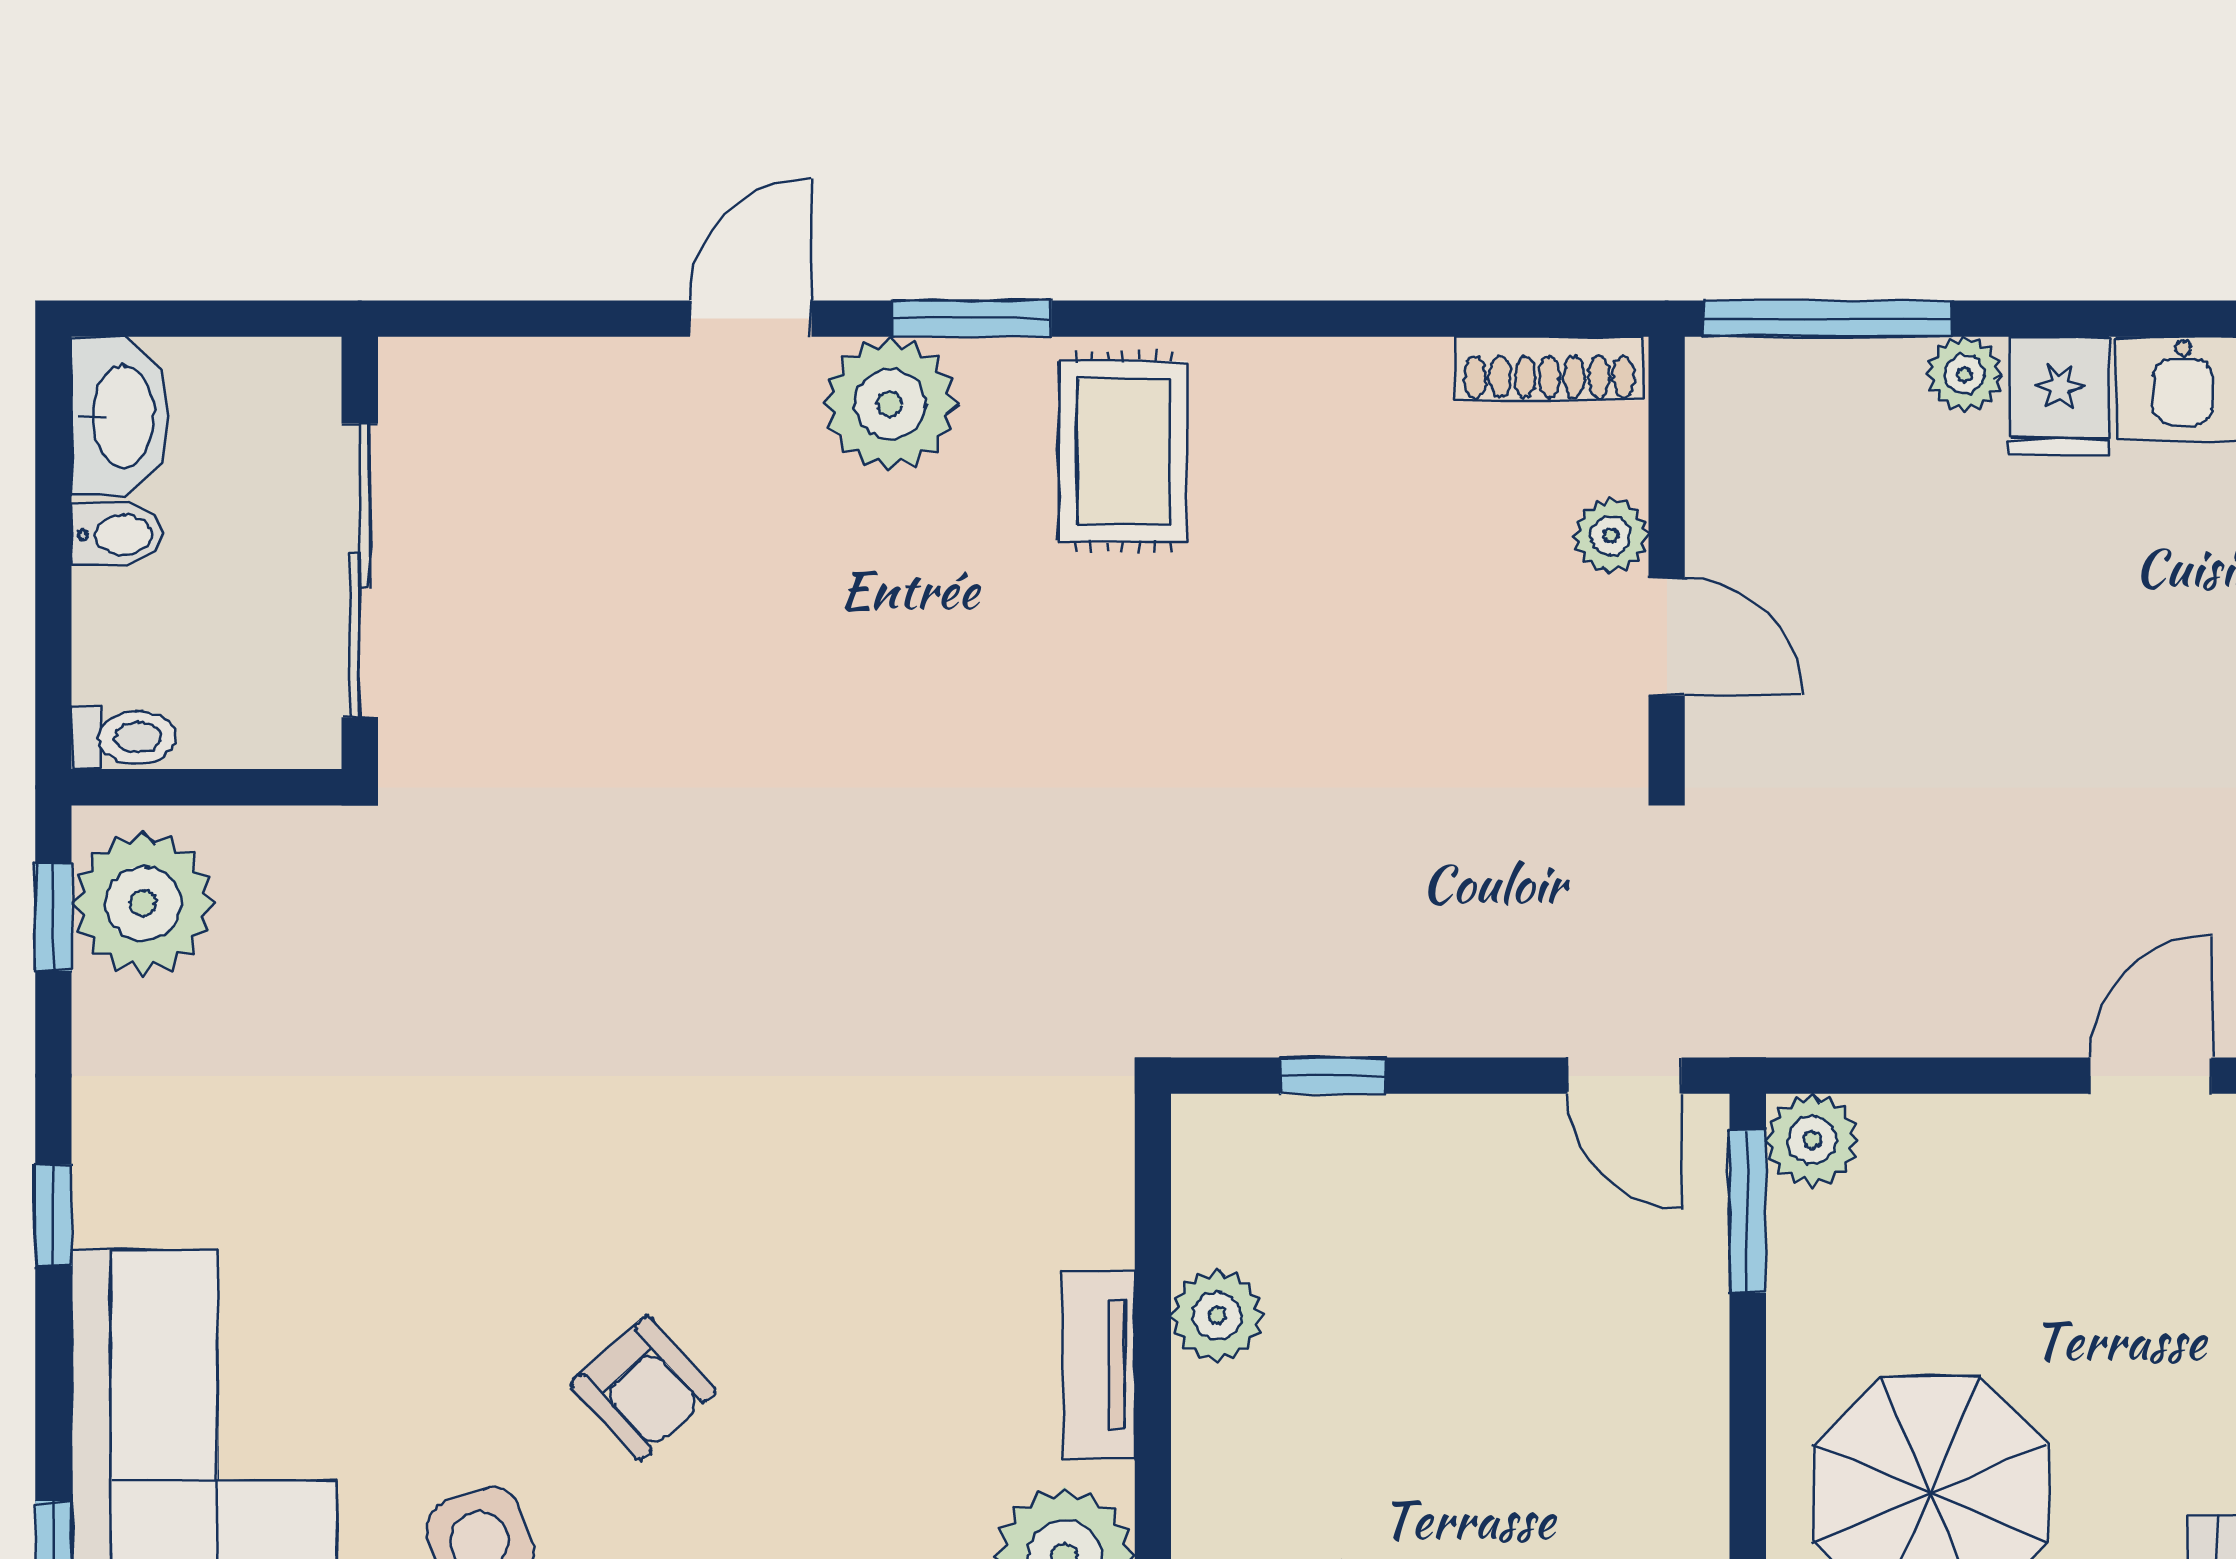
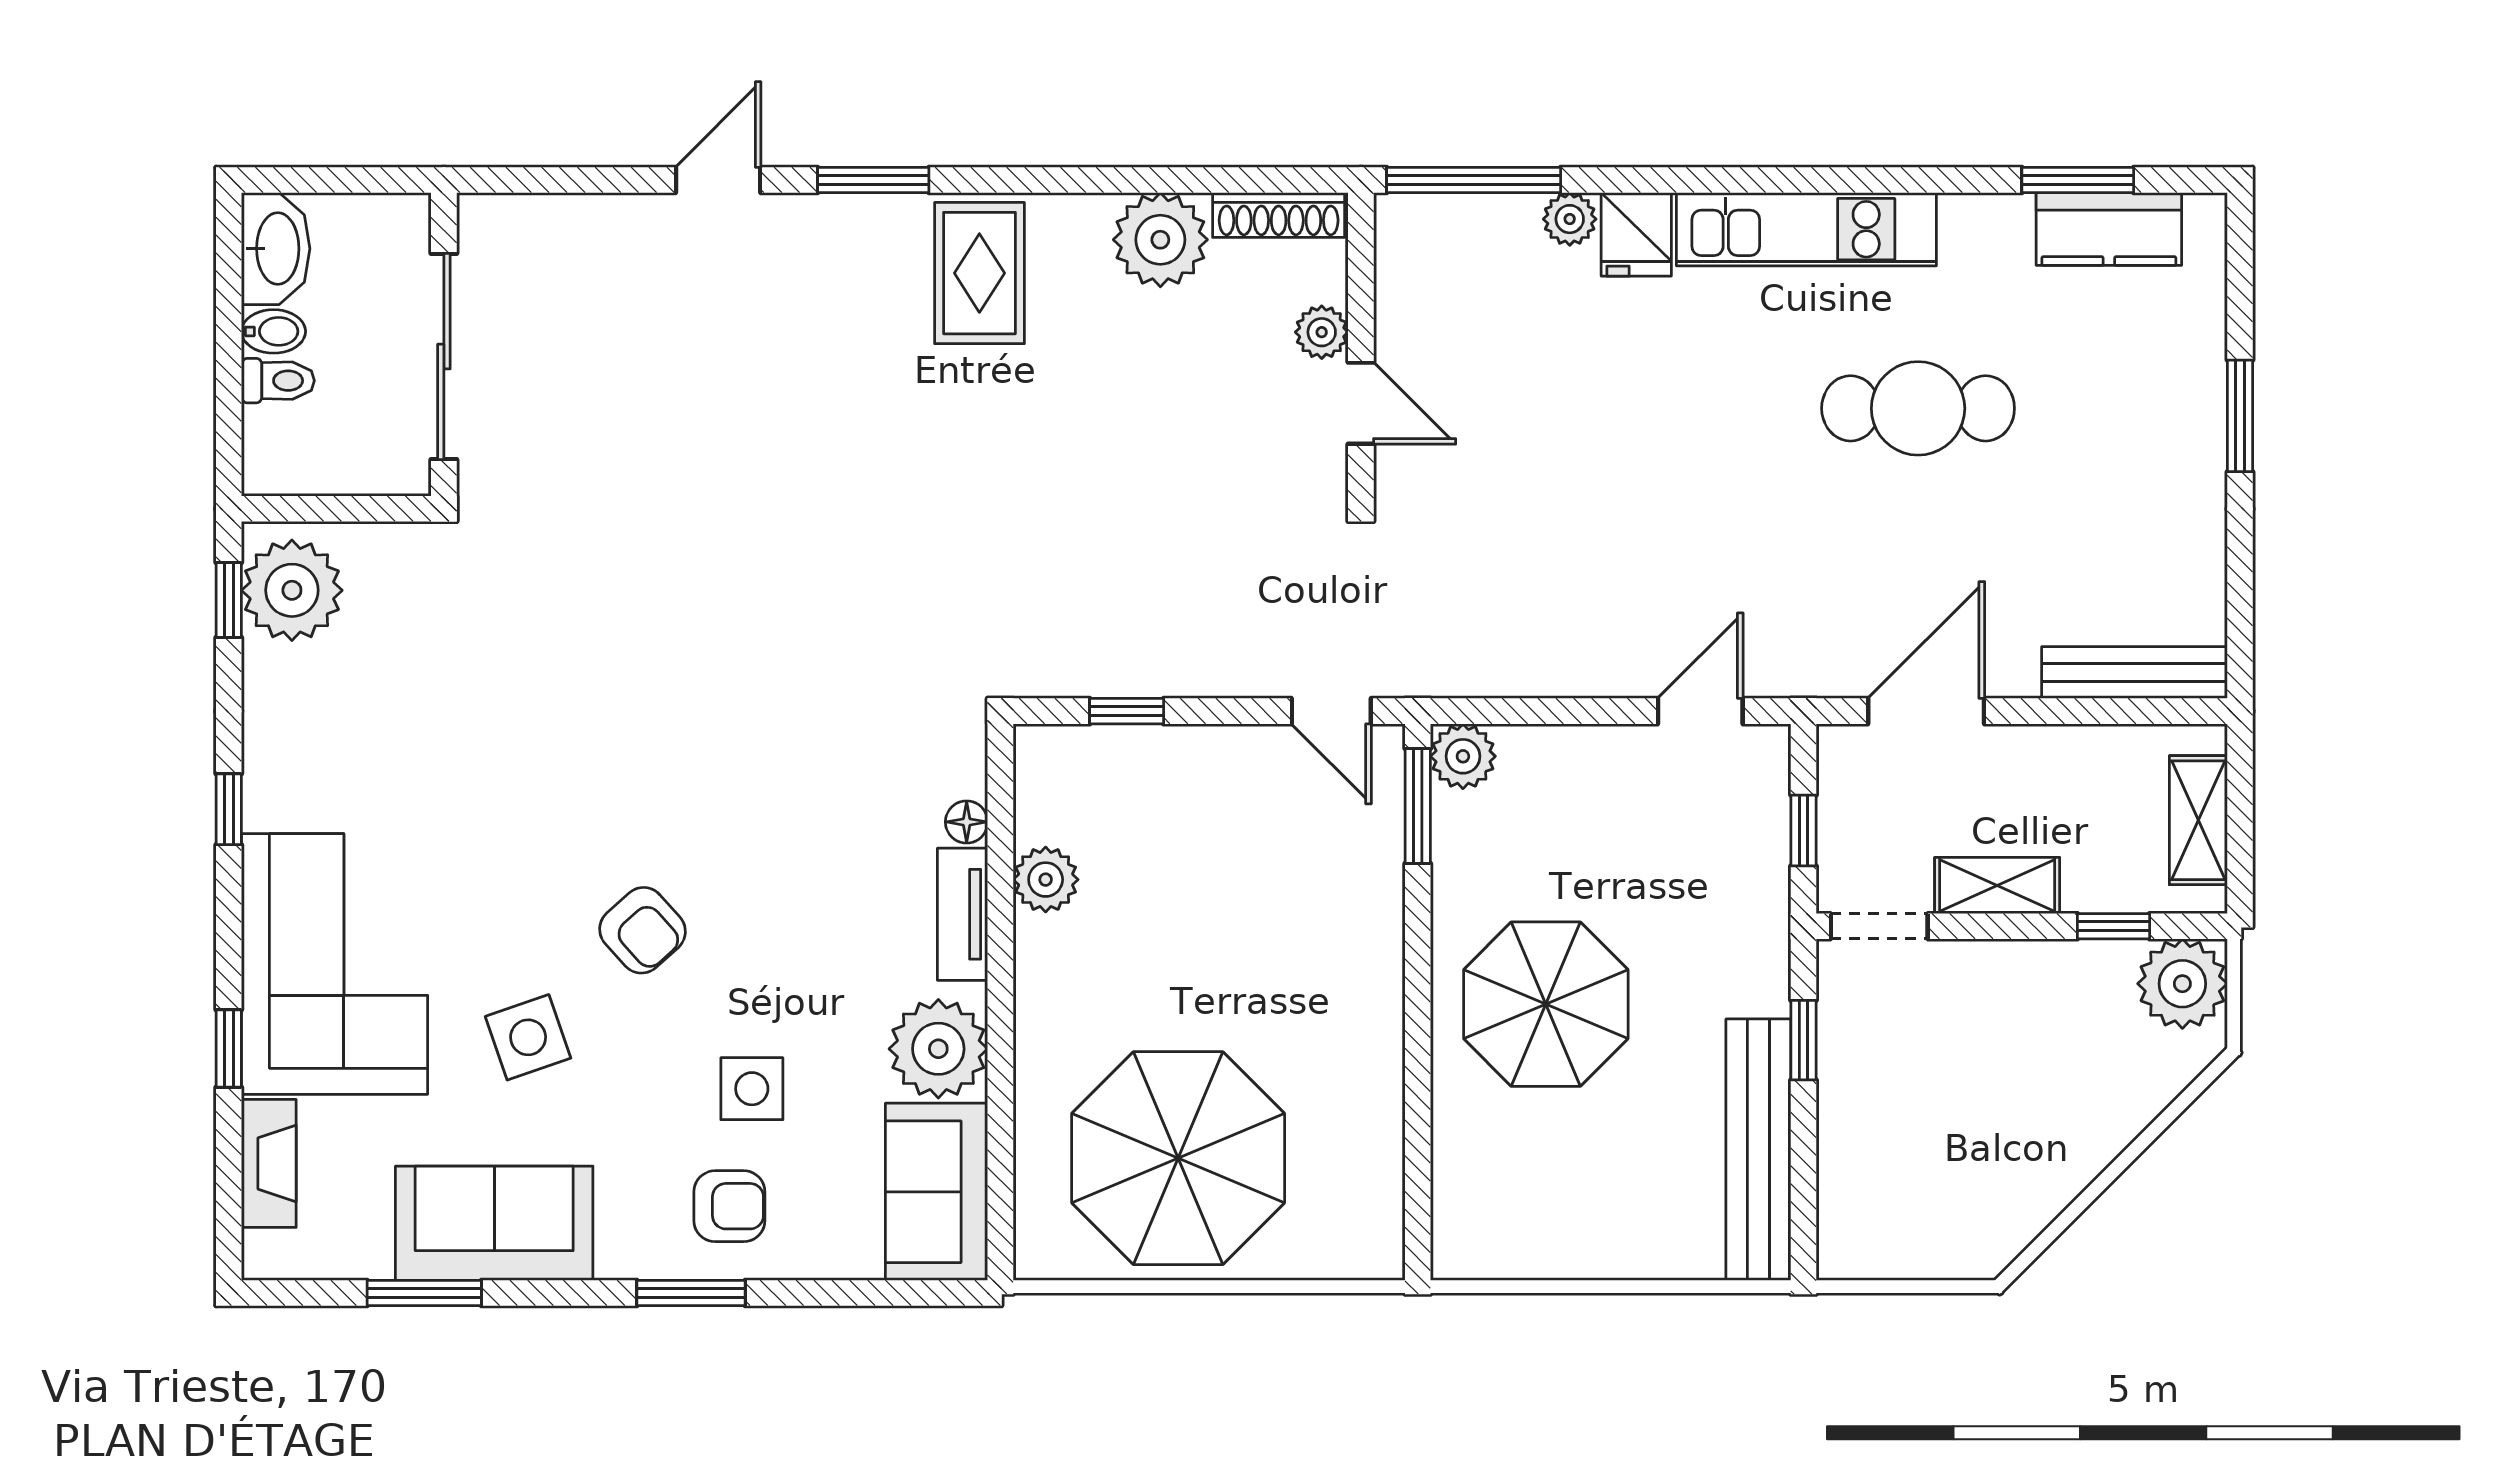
plant: (890, 404) -> (1160, 240), moved
toilet: (123, 737) -> (278, 381), moved
floor lamp: (1105, 1234) -> (967, 822), added

